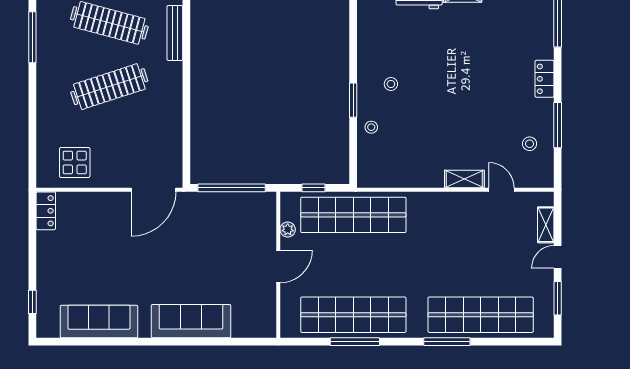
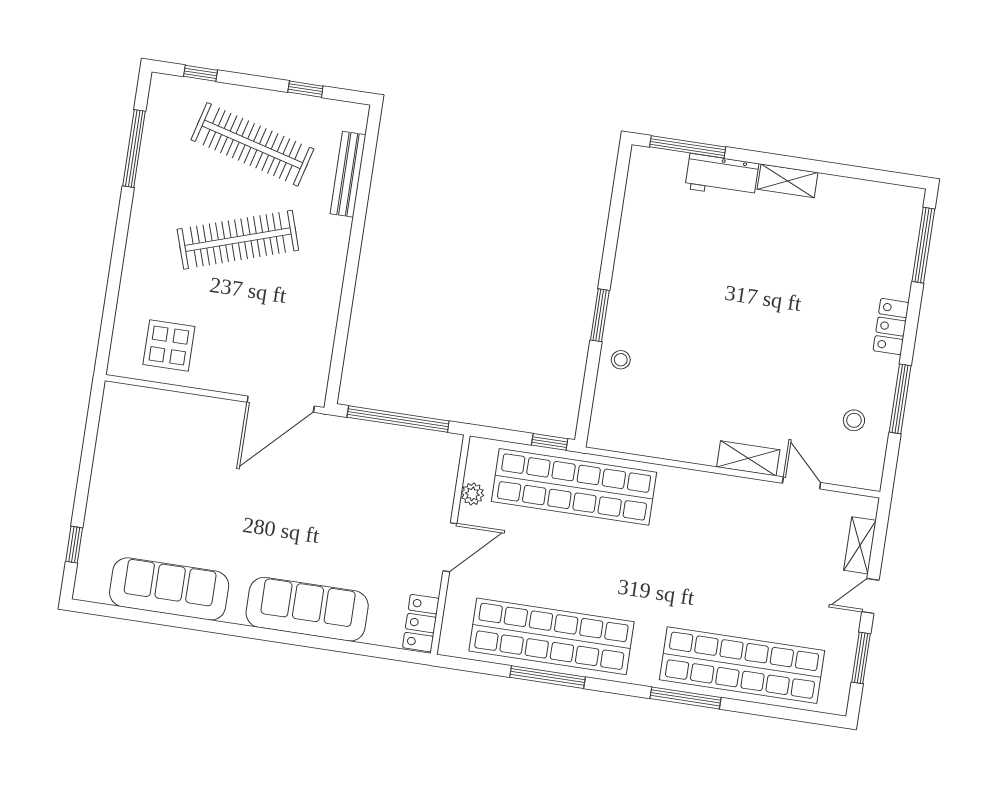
stool: (391, 84) -> (660, 300), removed
window: (313, 188) -> (550, 442), moved
locker: (46, 211) -> (421, 623), moved, turned 180

